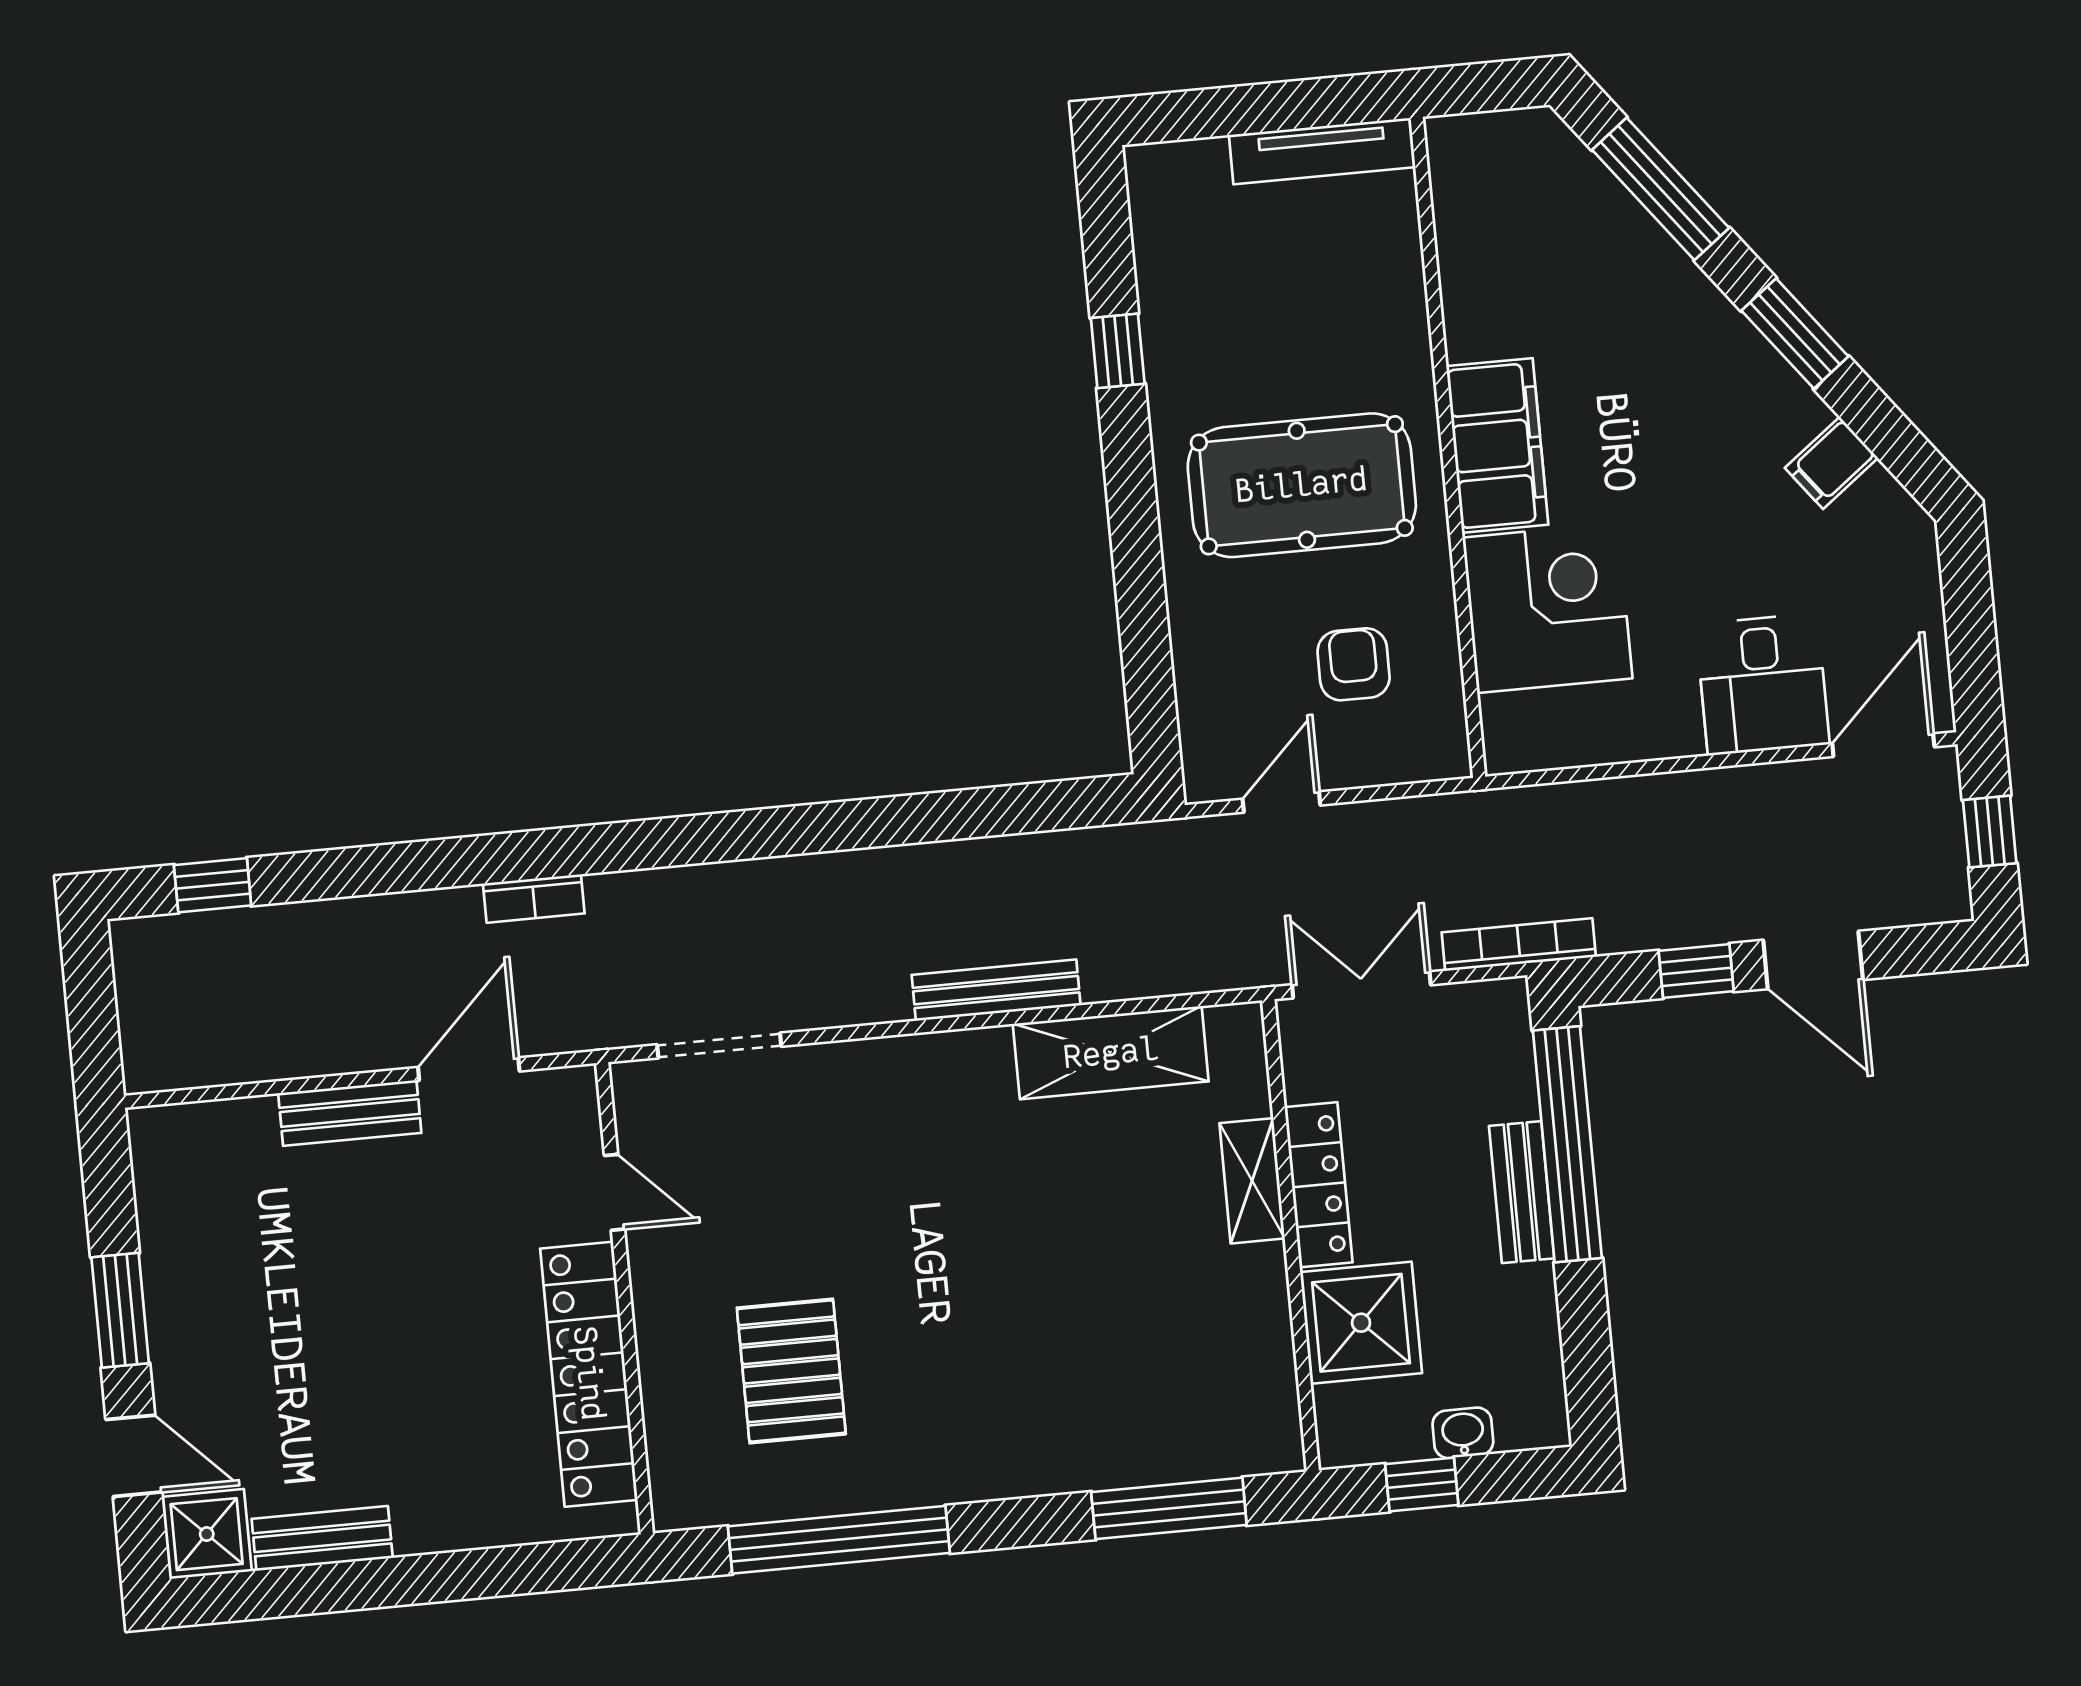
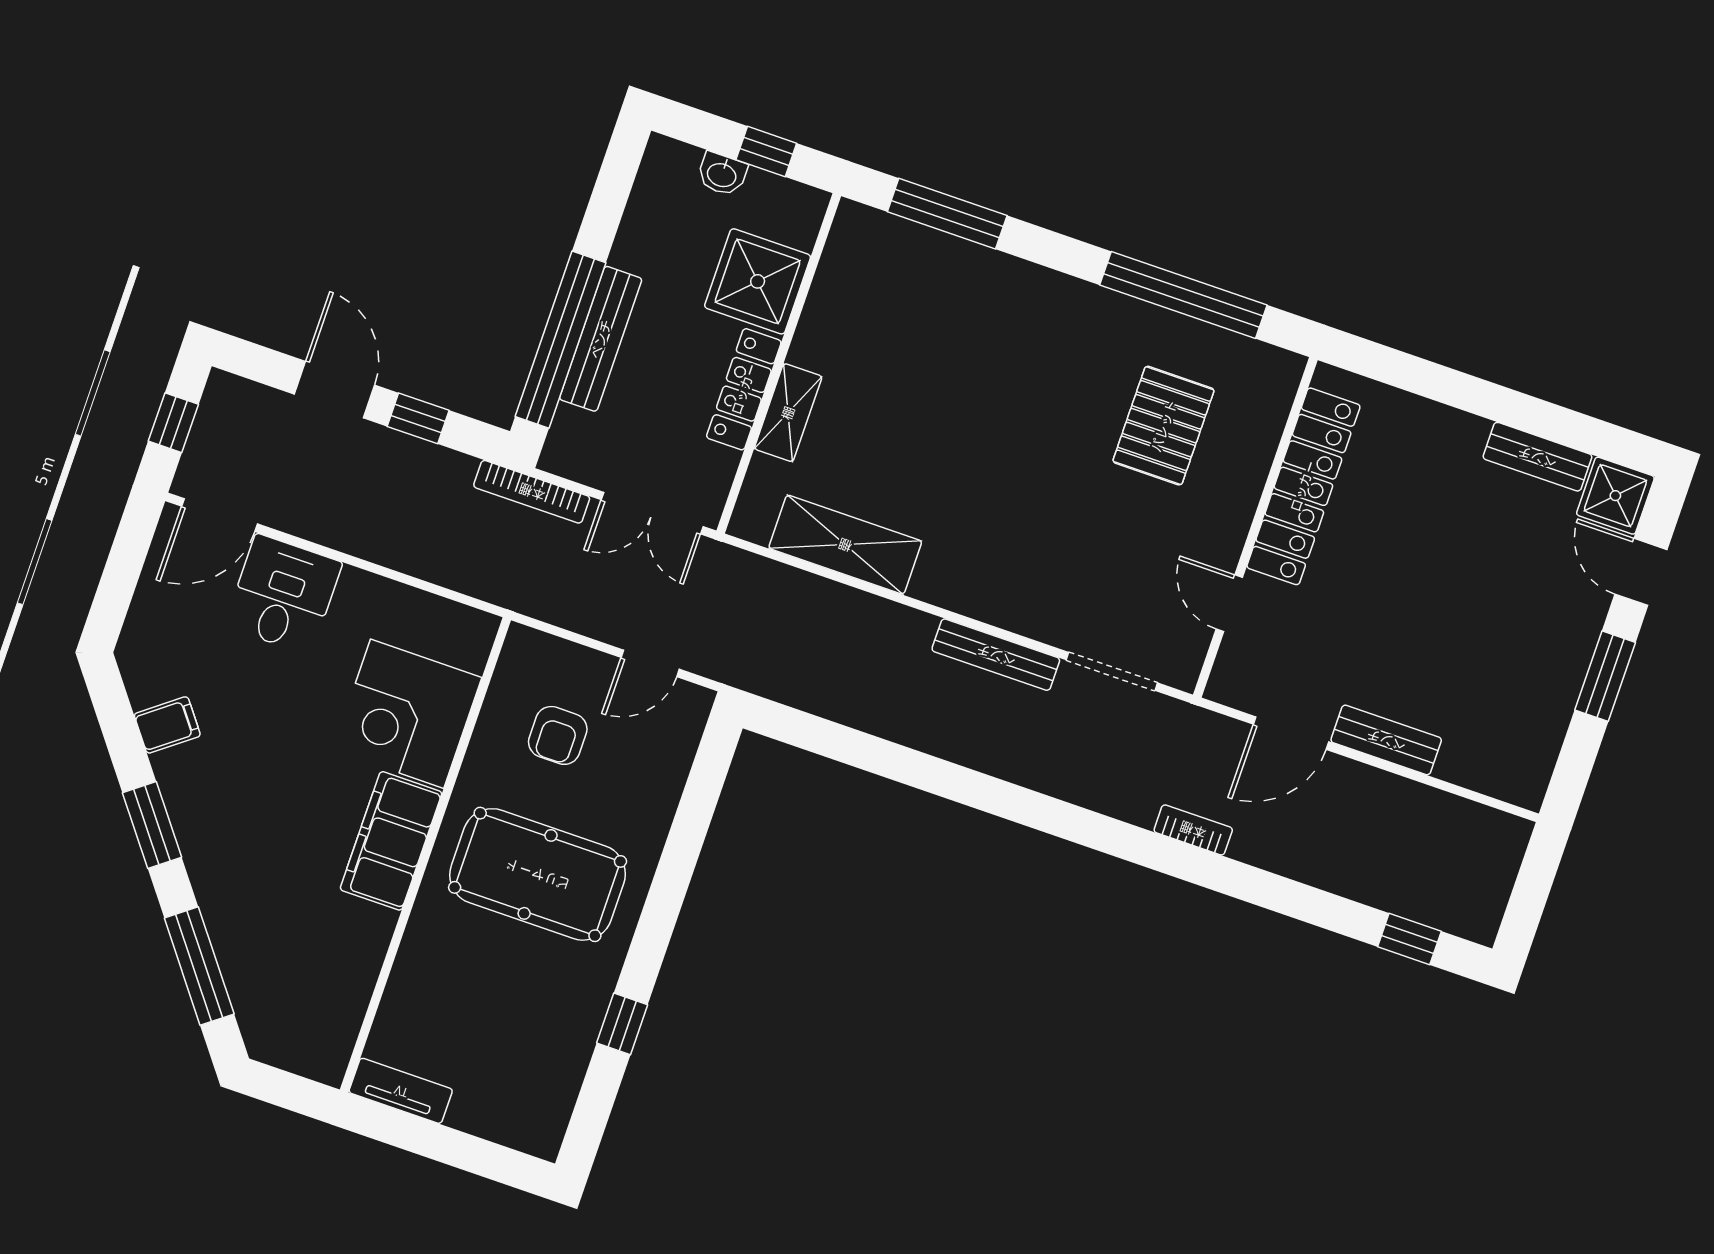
tv unit: (1322, 151) -> (401, 1091), width x0.71
bench: (996, 990) -> (996, 655), moved
bench: (1522, 1192) -> (601, 339), width x1.36

